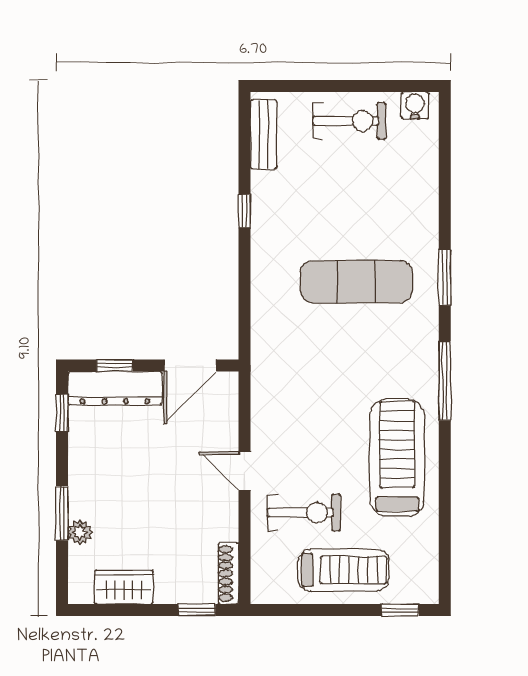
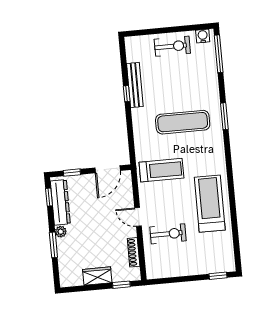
bench: (264, 134) -> (135, 85), moved, width x1.36
window: (445, 381) -> (219, 54), moved
dresser: (115, 388) -> (60, 202), moved, turned -90
plant: (80, 532) -> (61, 232), moved
treadmill: (344, 570) -> (161, 170), moved
shoe rack: (228, 574) -> (134, 252), moved
wardrobe: (124, 587) -> (97, 276), moved

